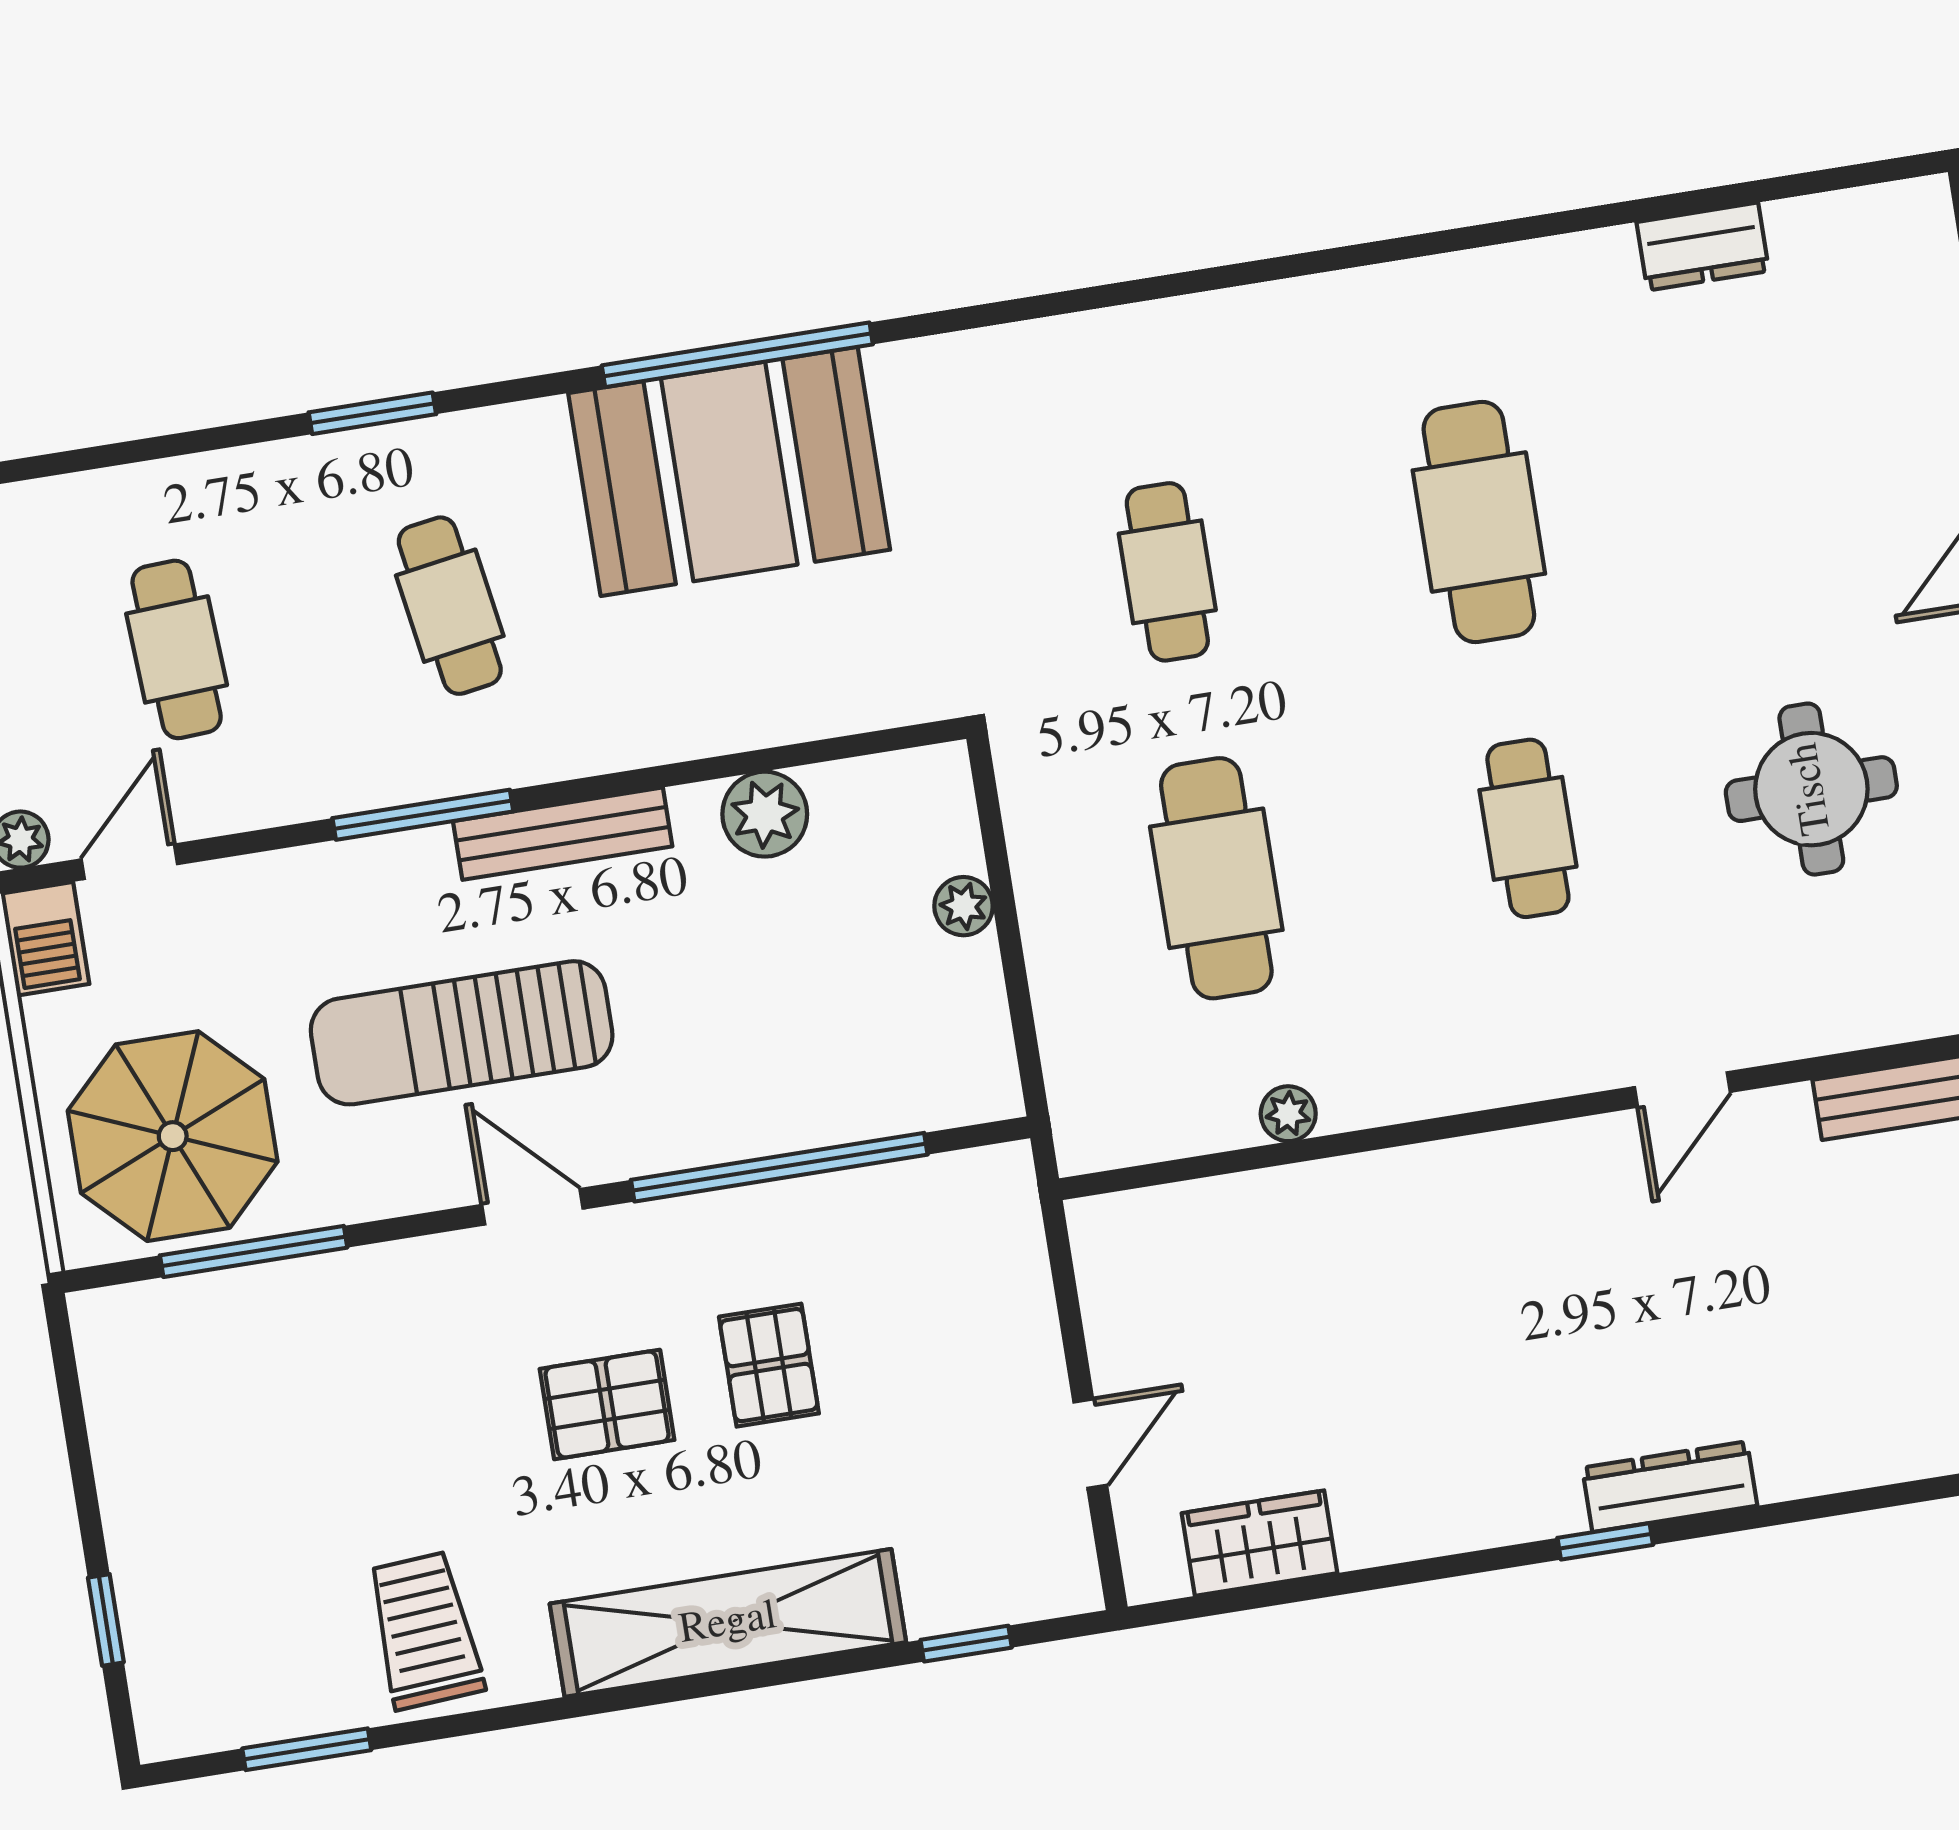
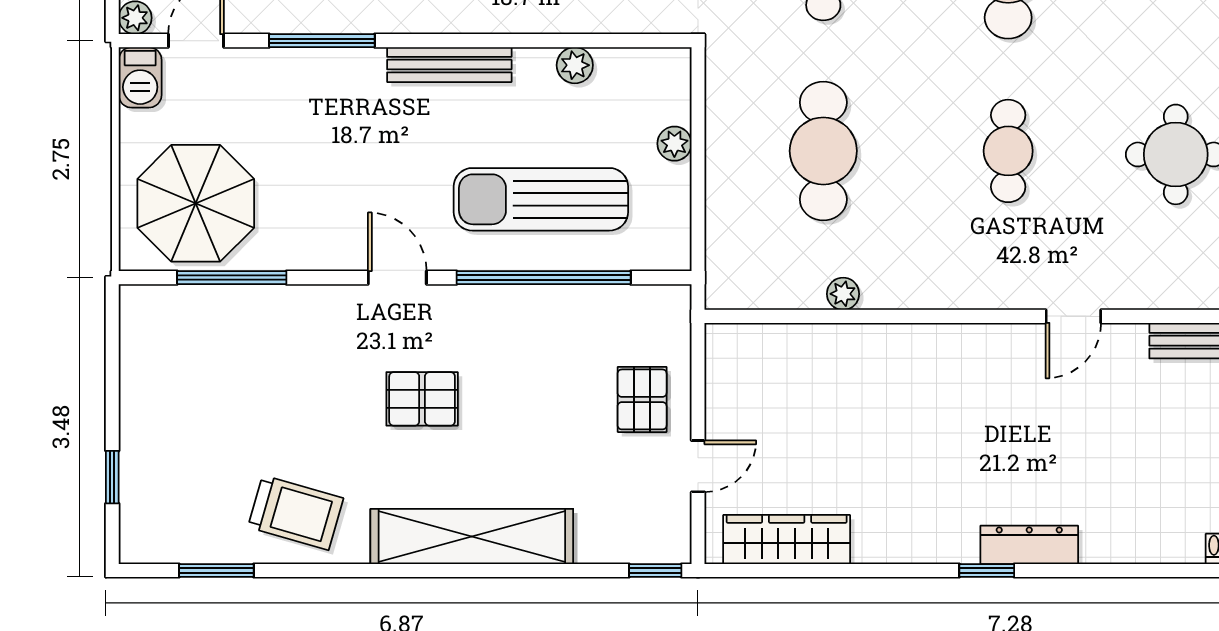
plant: (765, 814) -> (575, 65), width x0.73, depth x0.73
window: (423, 815) -> (322, 41), moved
sun lounger: (462, 1033) -> (541, 199), moved
pallet: (769, 1365) -> (642, 399), moved
wardrobe: (1259, 1543) -> (787, 539), width x1.50
trolley: (425, 1630) -> (296, 513), turned 110
window: (966, 1644) -> (655, 570), moved

